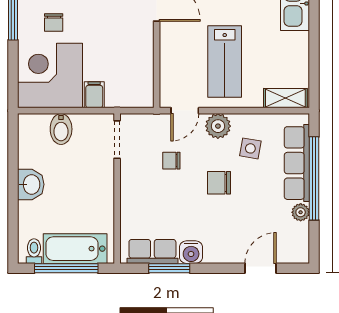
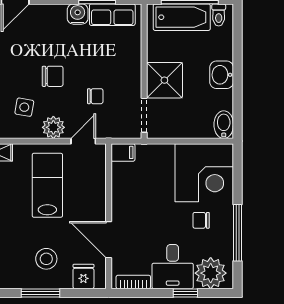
chair: (54, 23) -> (201, 220), turned -90
filing cabinet: (94, 95) -> (123, 152), moved, turned -90
bidet: (61, 129) -> (224, 125), moved
shower: (94, 179) -> (164, 80), added

